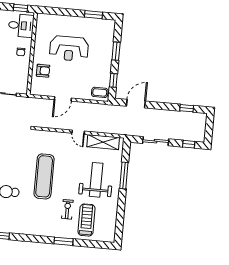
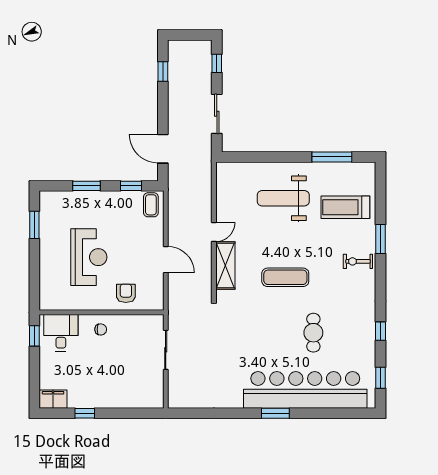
shelving: (103, 142) -> (225, 266), moved
exercise mat: (44, 176) -> (285, 277), width x0.73, depth x0.69
window: (124, 176) -> (332, 157), moved
exercise bike: (67, 209) -> (358, 261), moved

